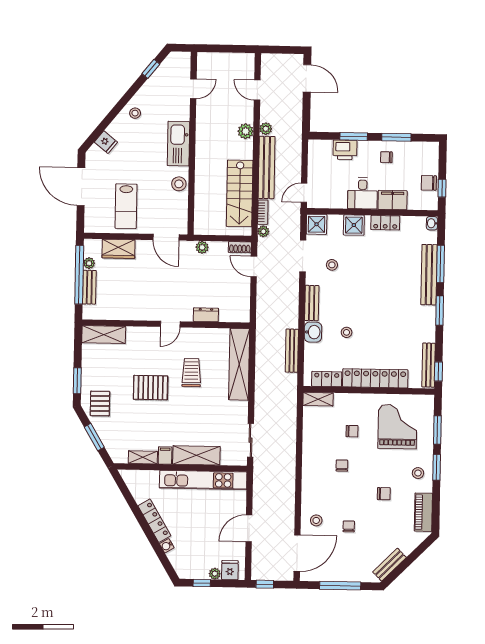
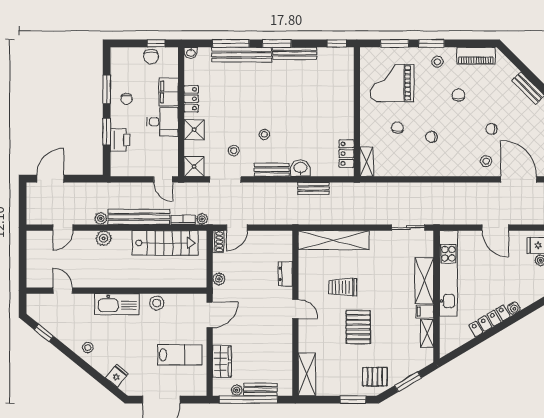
stool: (347, 332) -> (264, 134), moved
bench: (292, 351) -> (313, 188), width x0.73
bench: (429, 365) -> (295, 53), moved
locker: (375, 378) -> (345, 106), removed

